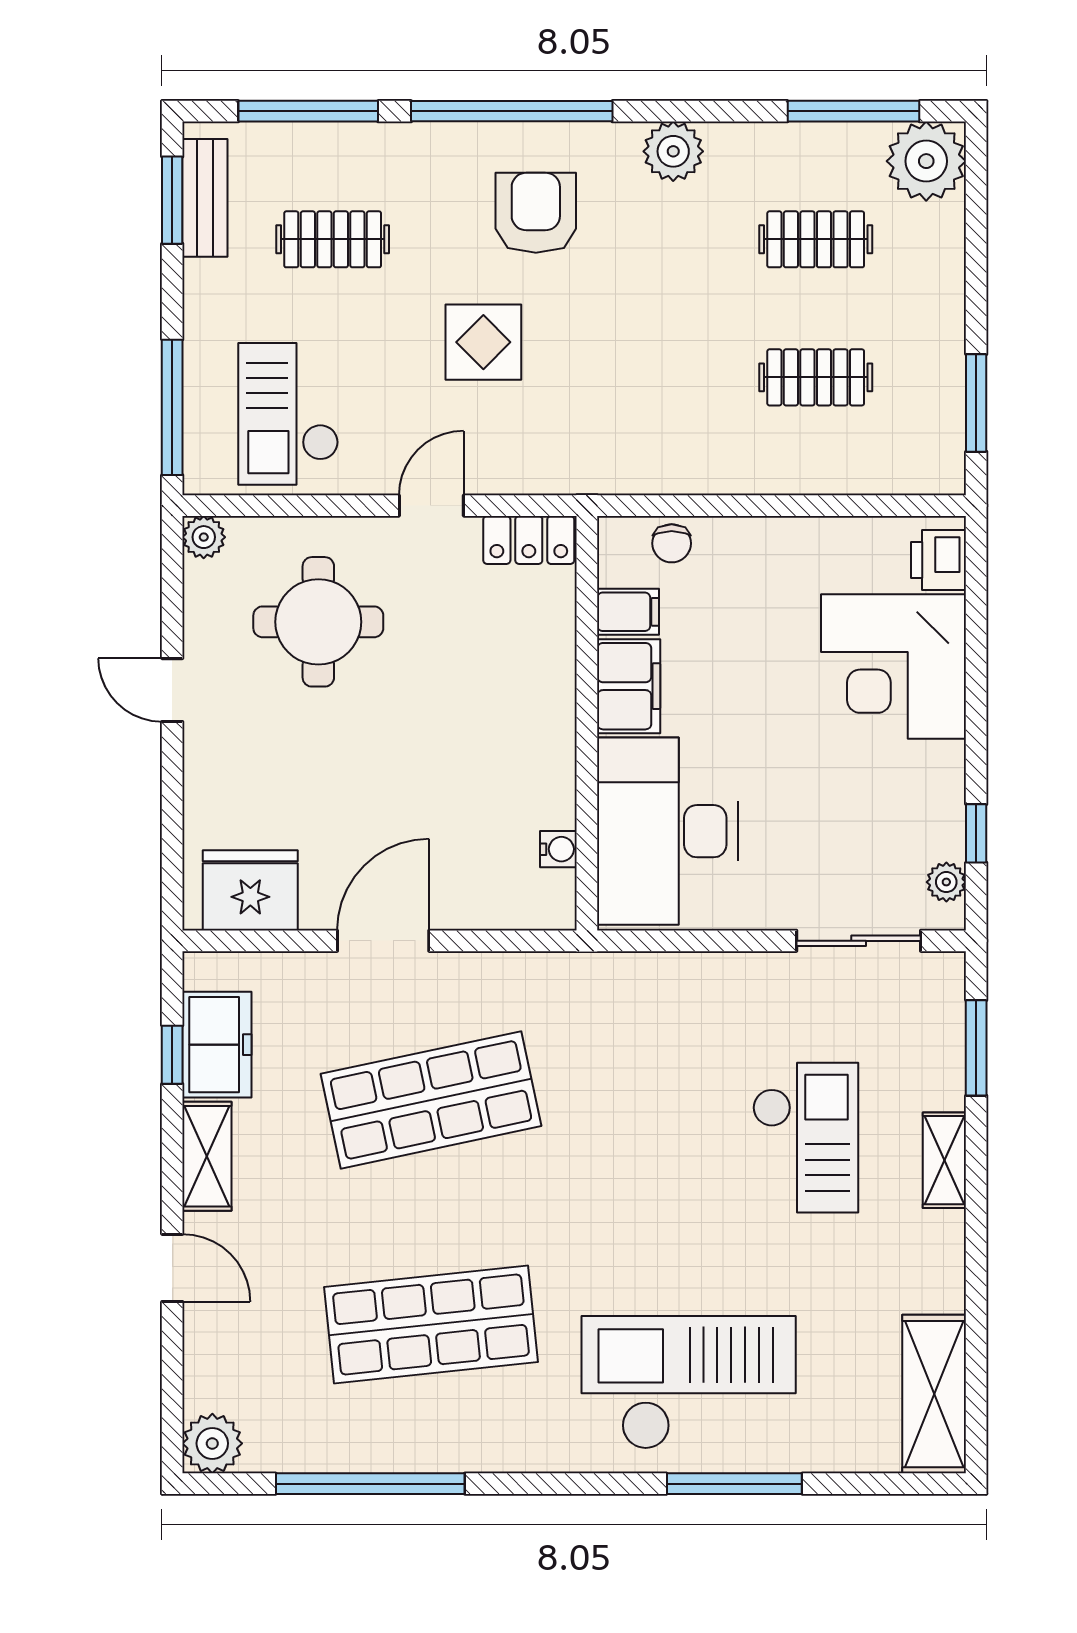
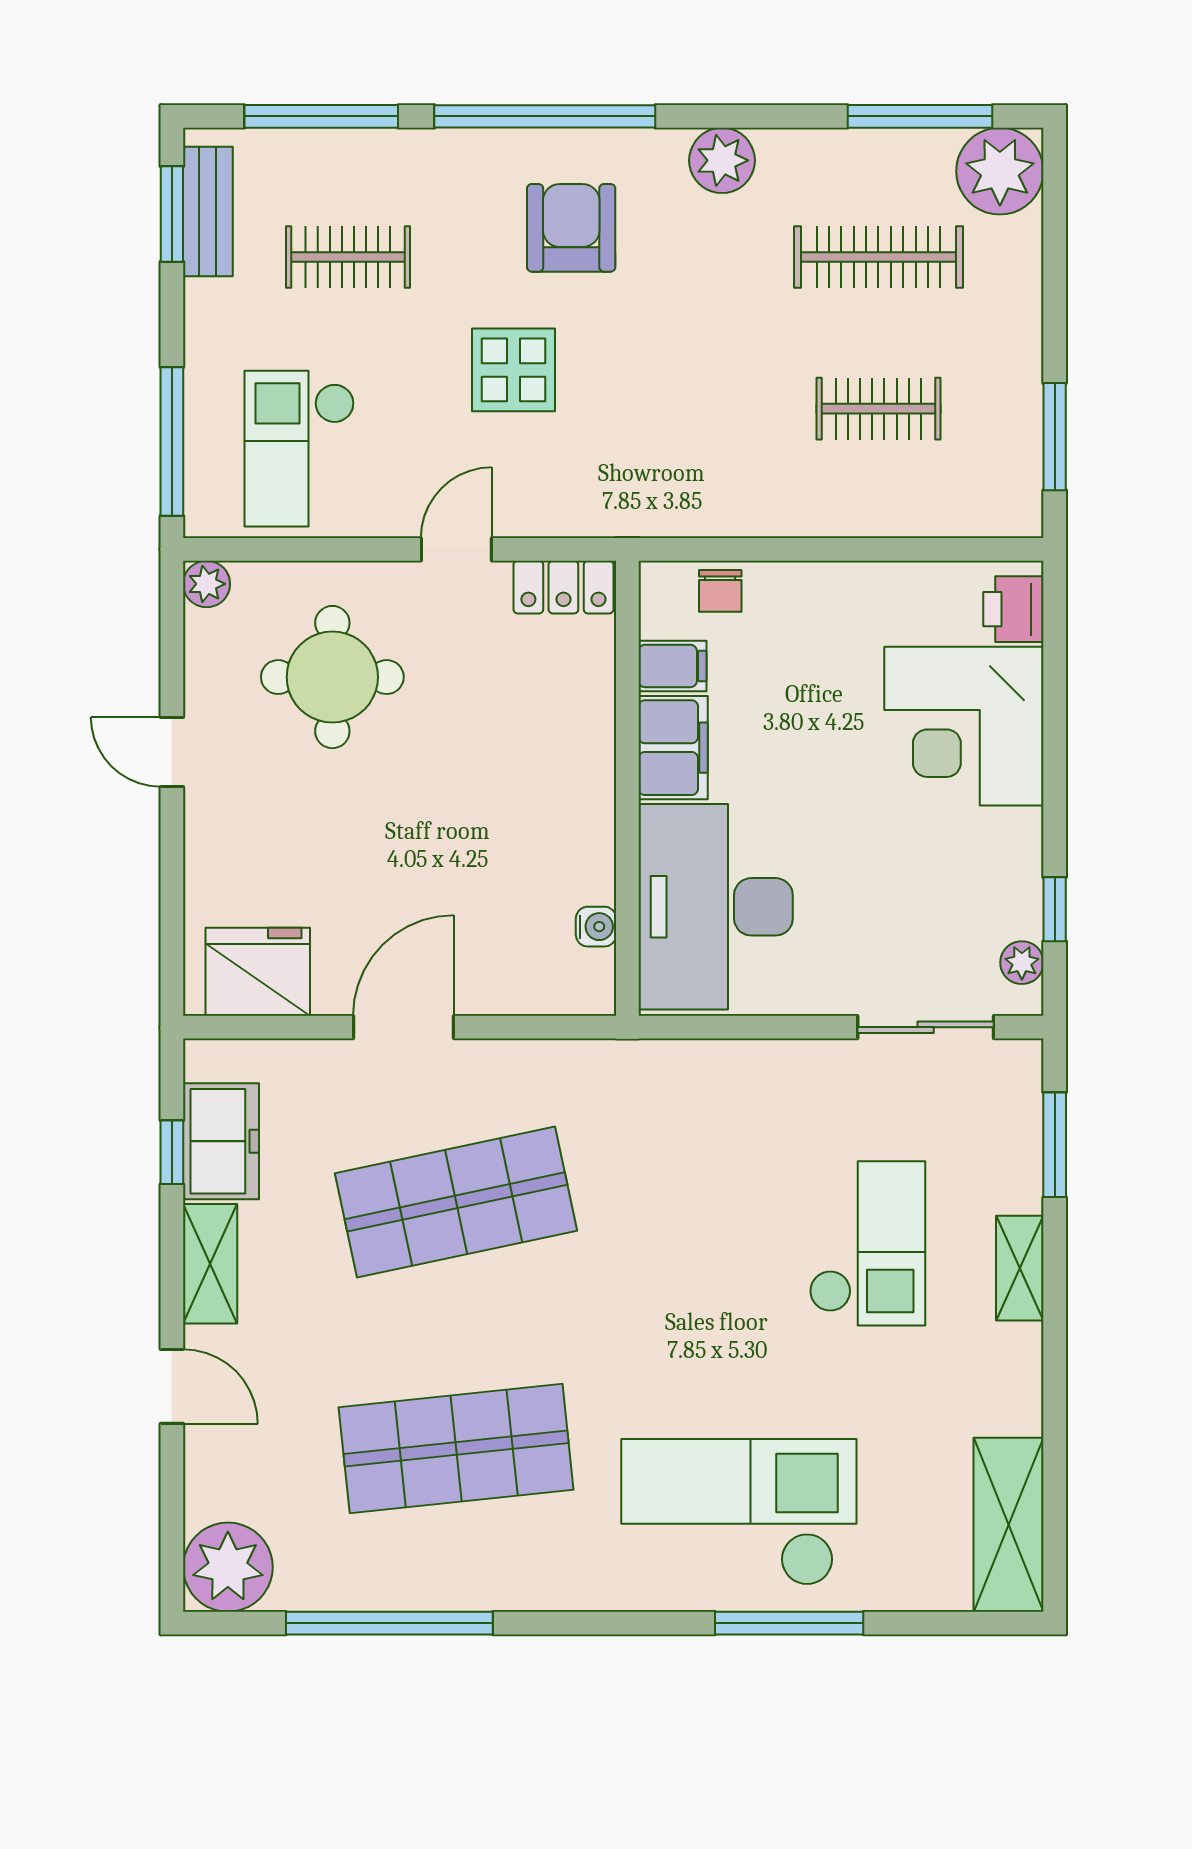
clothes rail: (816, 239) -> (878, 257), width x1.36
plant: (212, 1443) -> (228, 1567), width x1.36, depth x1.36

